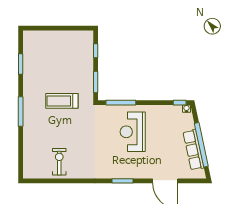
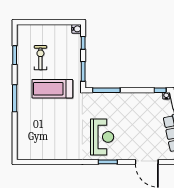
water cooler: (88, 35) -> (77, 29), added
treadmill: (62, 101) -> (52, 89), width x1.37, depth x1.38
reception desk: (133, 132) -> (102, 137), moved, turned 180
exercise bike: (59, 162) -> (40, 58), moved

